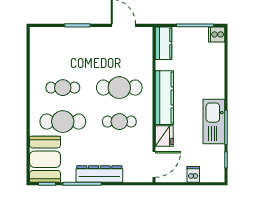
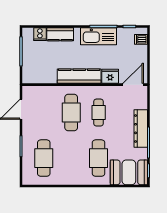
cooker: (217, 34) -> (40, 34), moved
kitchen counter: (164, 43) -> (60, 34), moved, turned 180
cafe table: (63, 88) -> (44, 158), moved, width x1.37, depth x1.35
door: (154, 164) -> (133, 85), hinge flipped
dishwasher: (193, 174) -> (141, 39), moved

